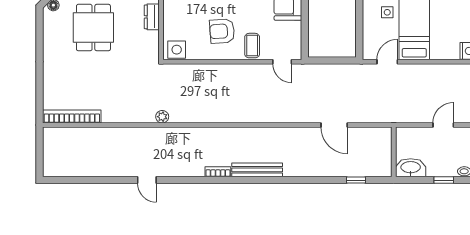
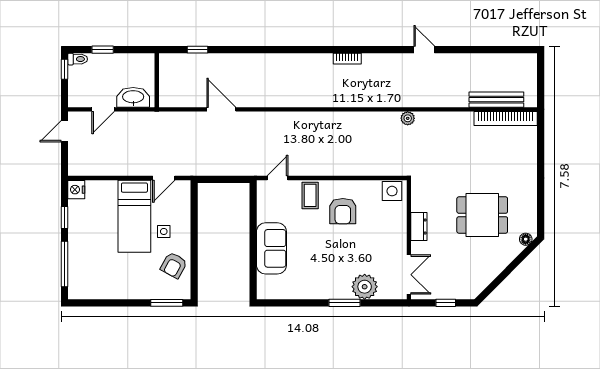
dining table: (93, 28) -> (482, 215), turned 90
armchair: (222, 31) -> (343, 211), turned 94
door: (282, 62) -> (278, 178), hinge flipped
washbasin: (411, 168) -> (133, 97), moved, turned 180
bench: (257, 170) -> (496, 100), moved

